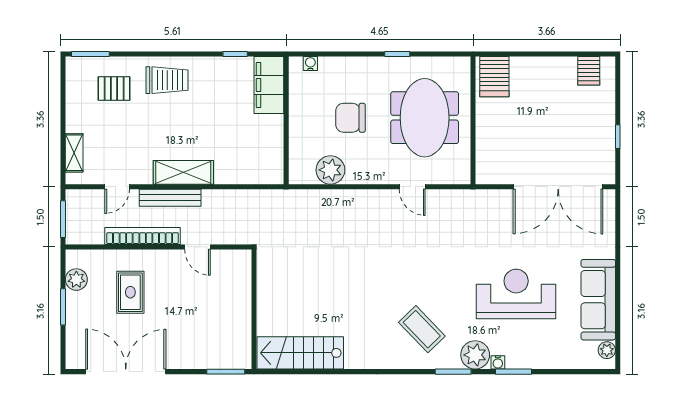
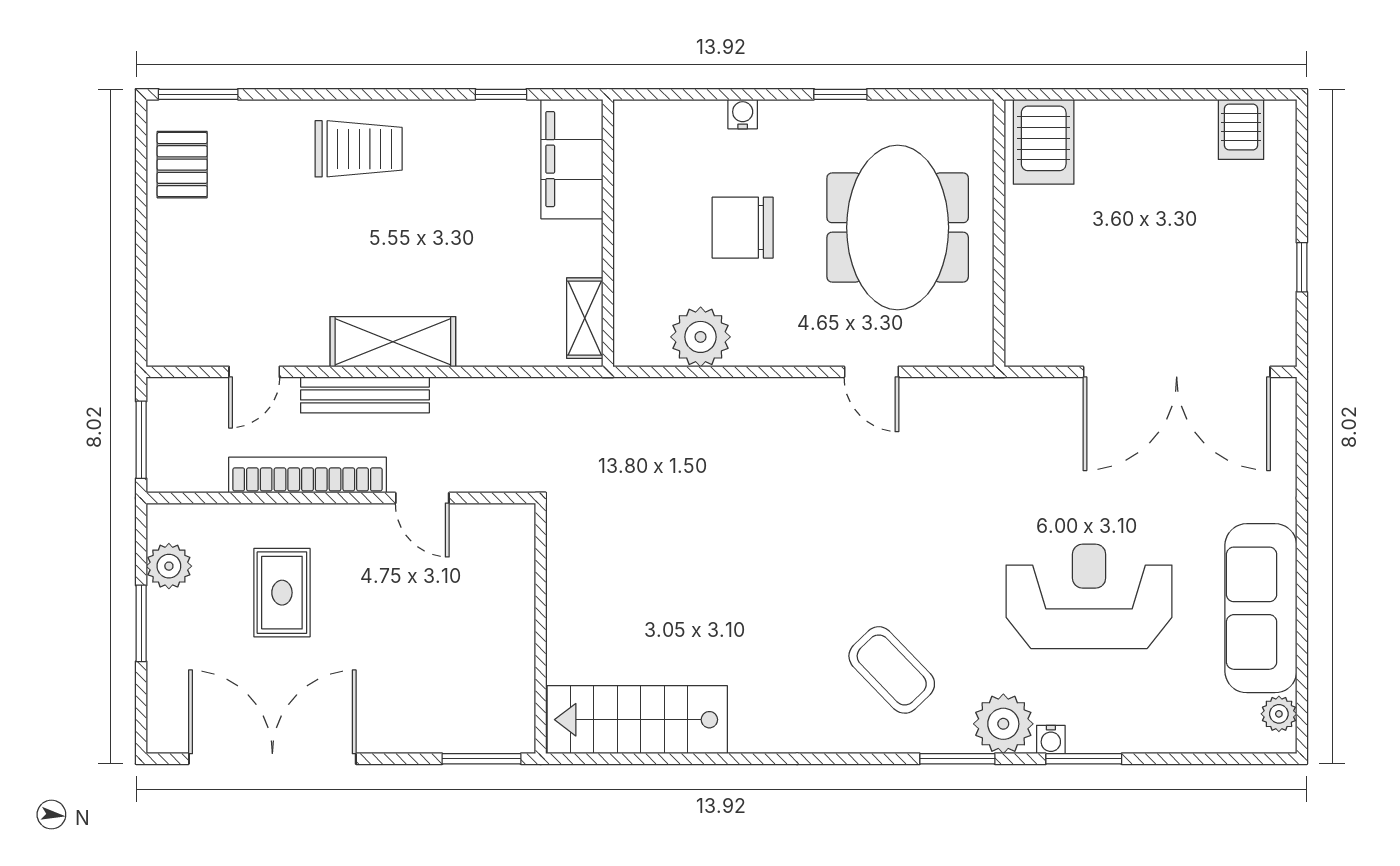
water cooler: (310, 63) -> (743, 114), moved
pallet: (114, 89) -> (182, 165), moved, turned 90
shelving: (74, 153) -> (585, 318), moved

